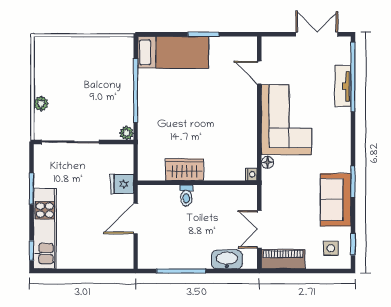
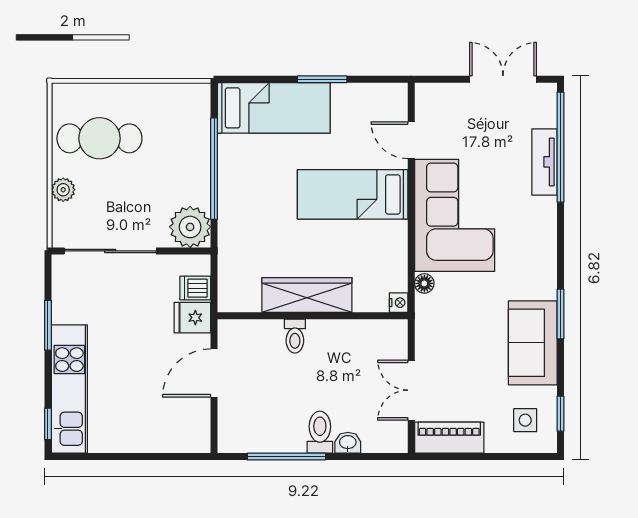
cafe table: (64, 71) -> (99, 138), added
bed: (223, 107) -> (353, 194), added
plant: (127, 133) -> (190, 227), width x1.88, depth x1.88
dishwasher: (124, 165) -> (195, 288), added
wardrobe: (185, 170) -> (307, 295), width x1.50
toilet: (202, 256) -> (320, 432), added
washbasin: (227, 259) -> (348, 443), width x0.52, depth x0.69

